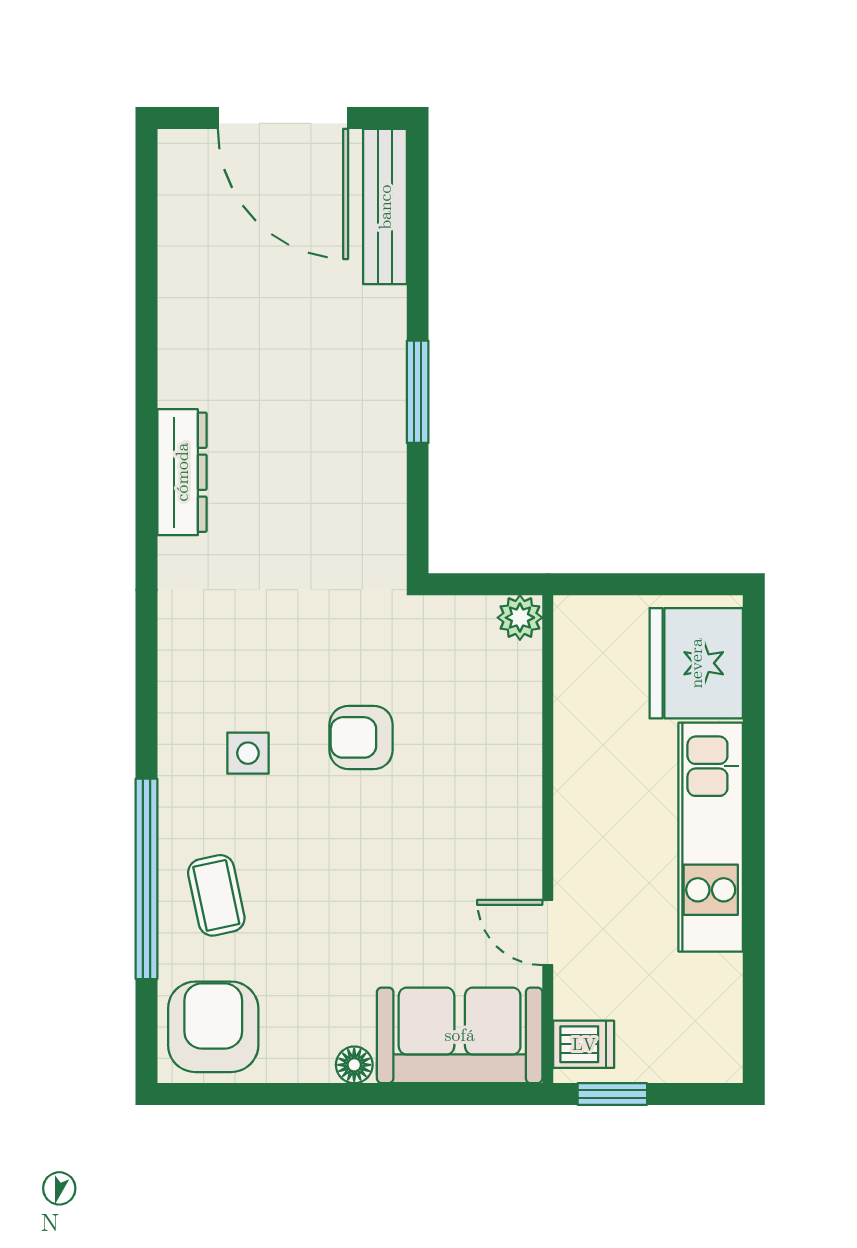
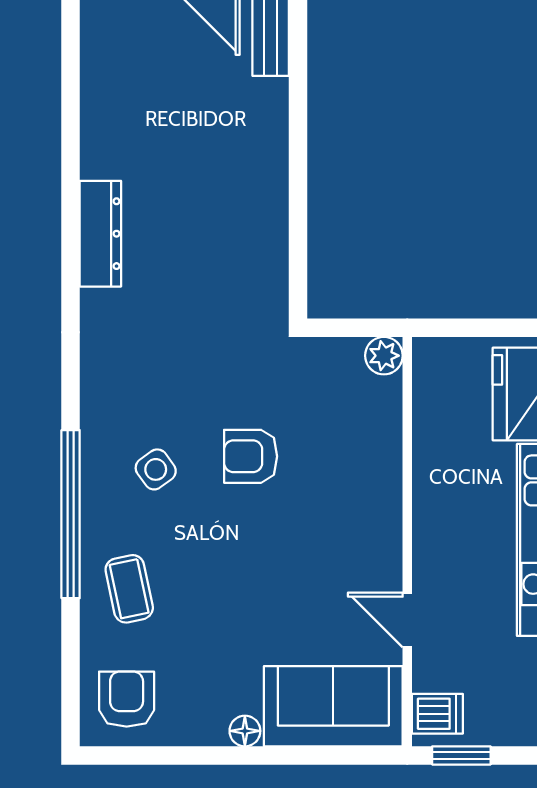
window: (418, 392) -> (298, 166), removed
side table: (248, 753) -> (156, 469), turned -36
window: (146, 879) -> (71, 514), moved
armchair: (213, 1027) -> (127, 699), width x0.72, depth x0.72

